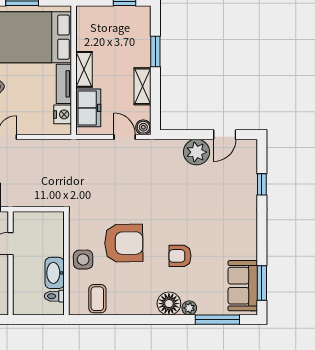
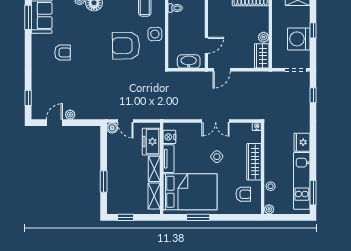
shelving: (142, 86) -> (154, 196), moved
plant: (196, 152) -> (70, 115), width x0.53, depth x0.53
window: (262, 184) -> (28, 98), moved
armchair: (180, 256) -> (63, 53), moved
washbasin: (55, 273) -> (189, 61), moved, turned -90

